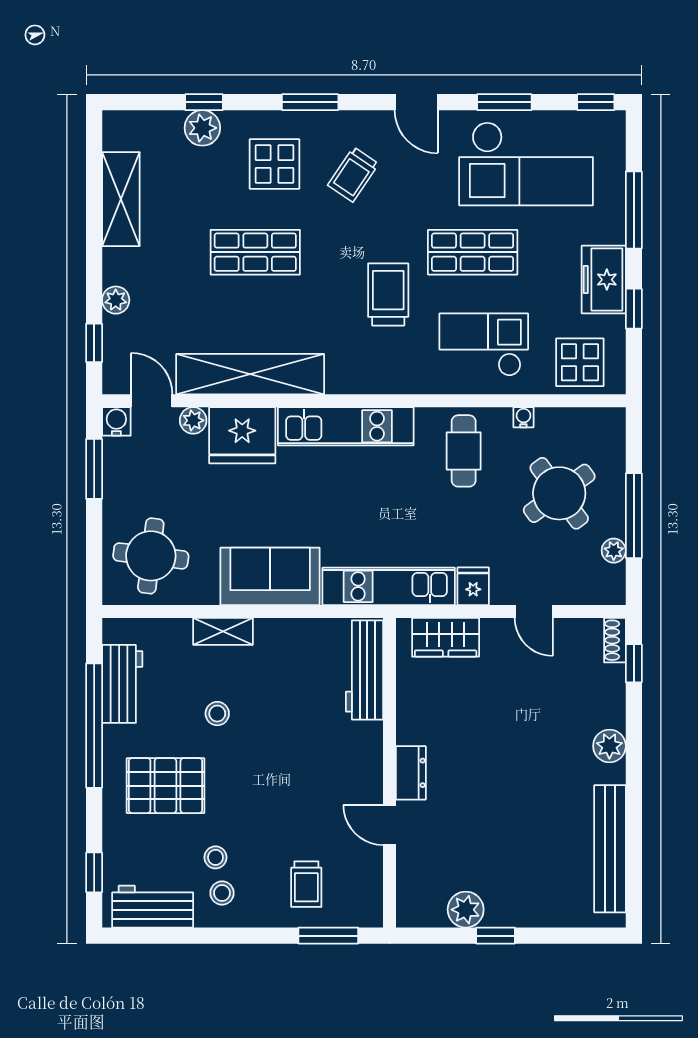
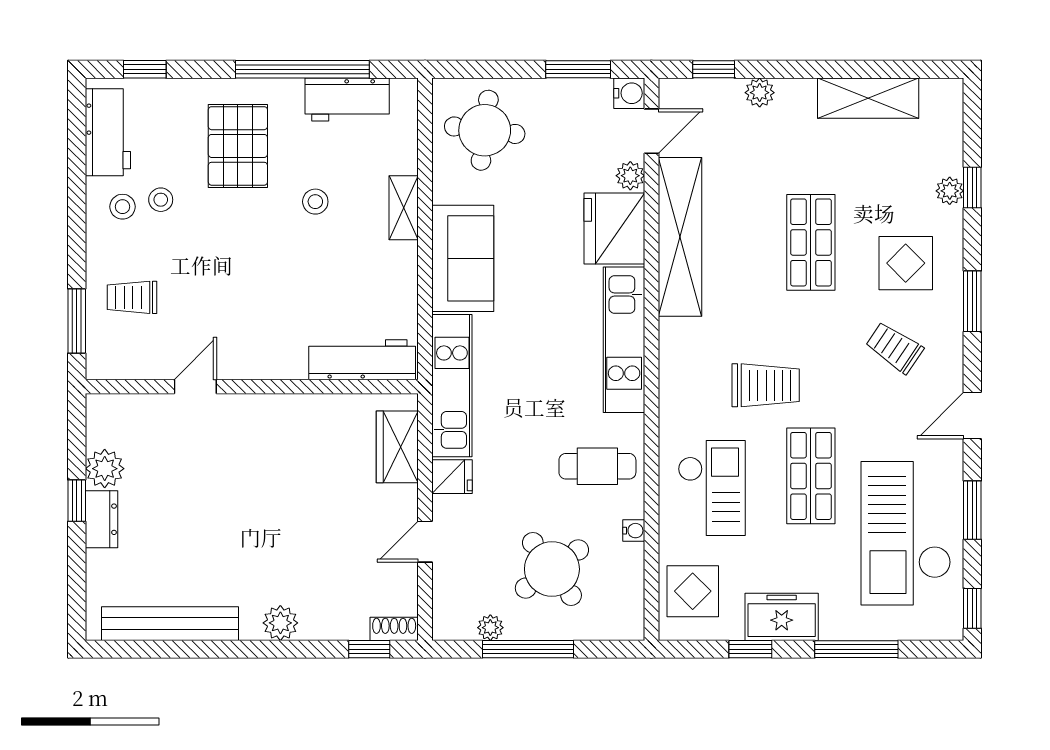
plant: (202, 128) -> (950, 191), width x0.73, depth x0.73
dresser: (411, 773) -> (101, 519), moved, turned -90

